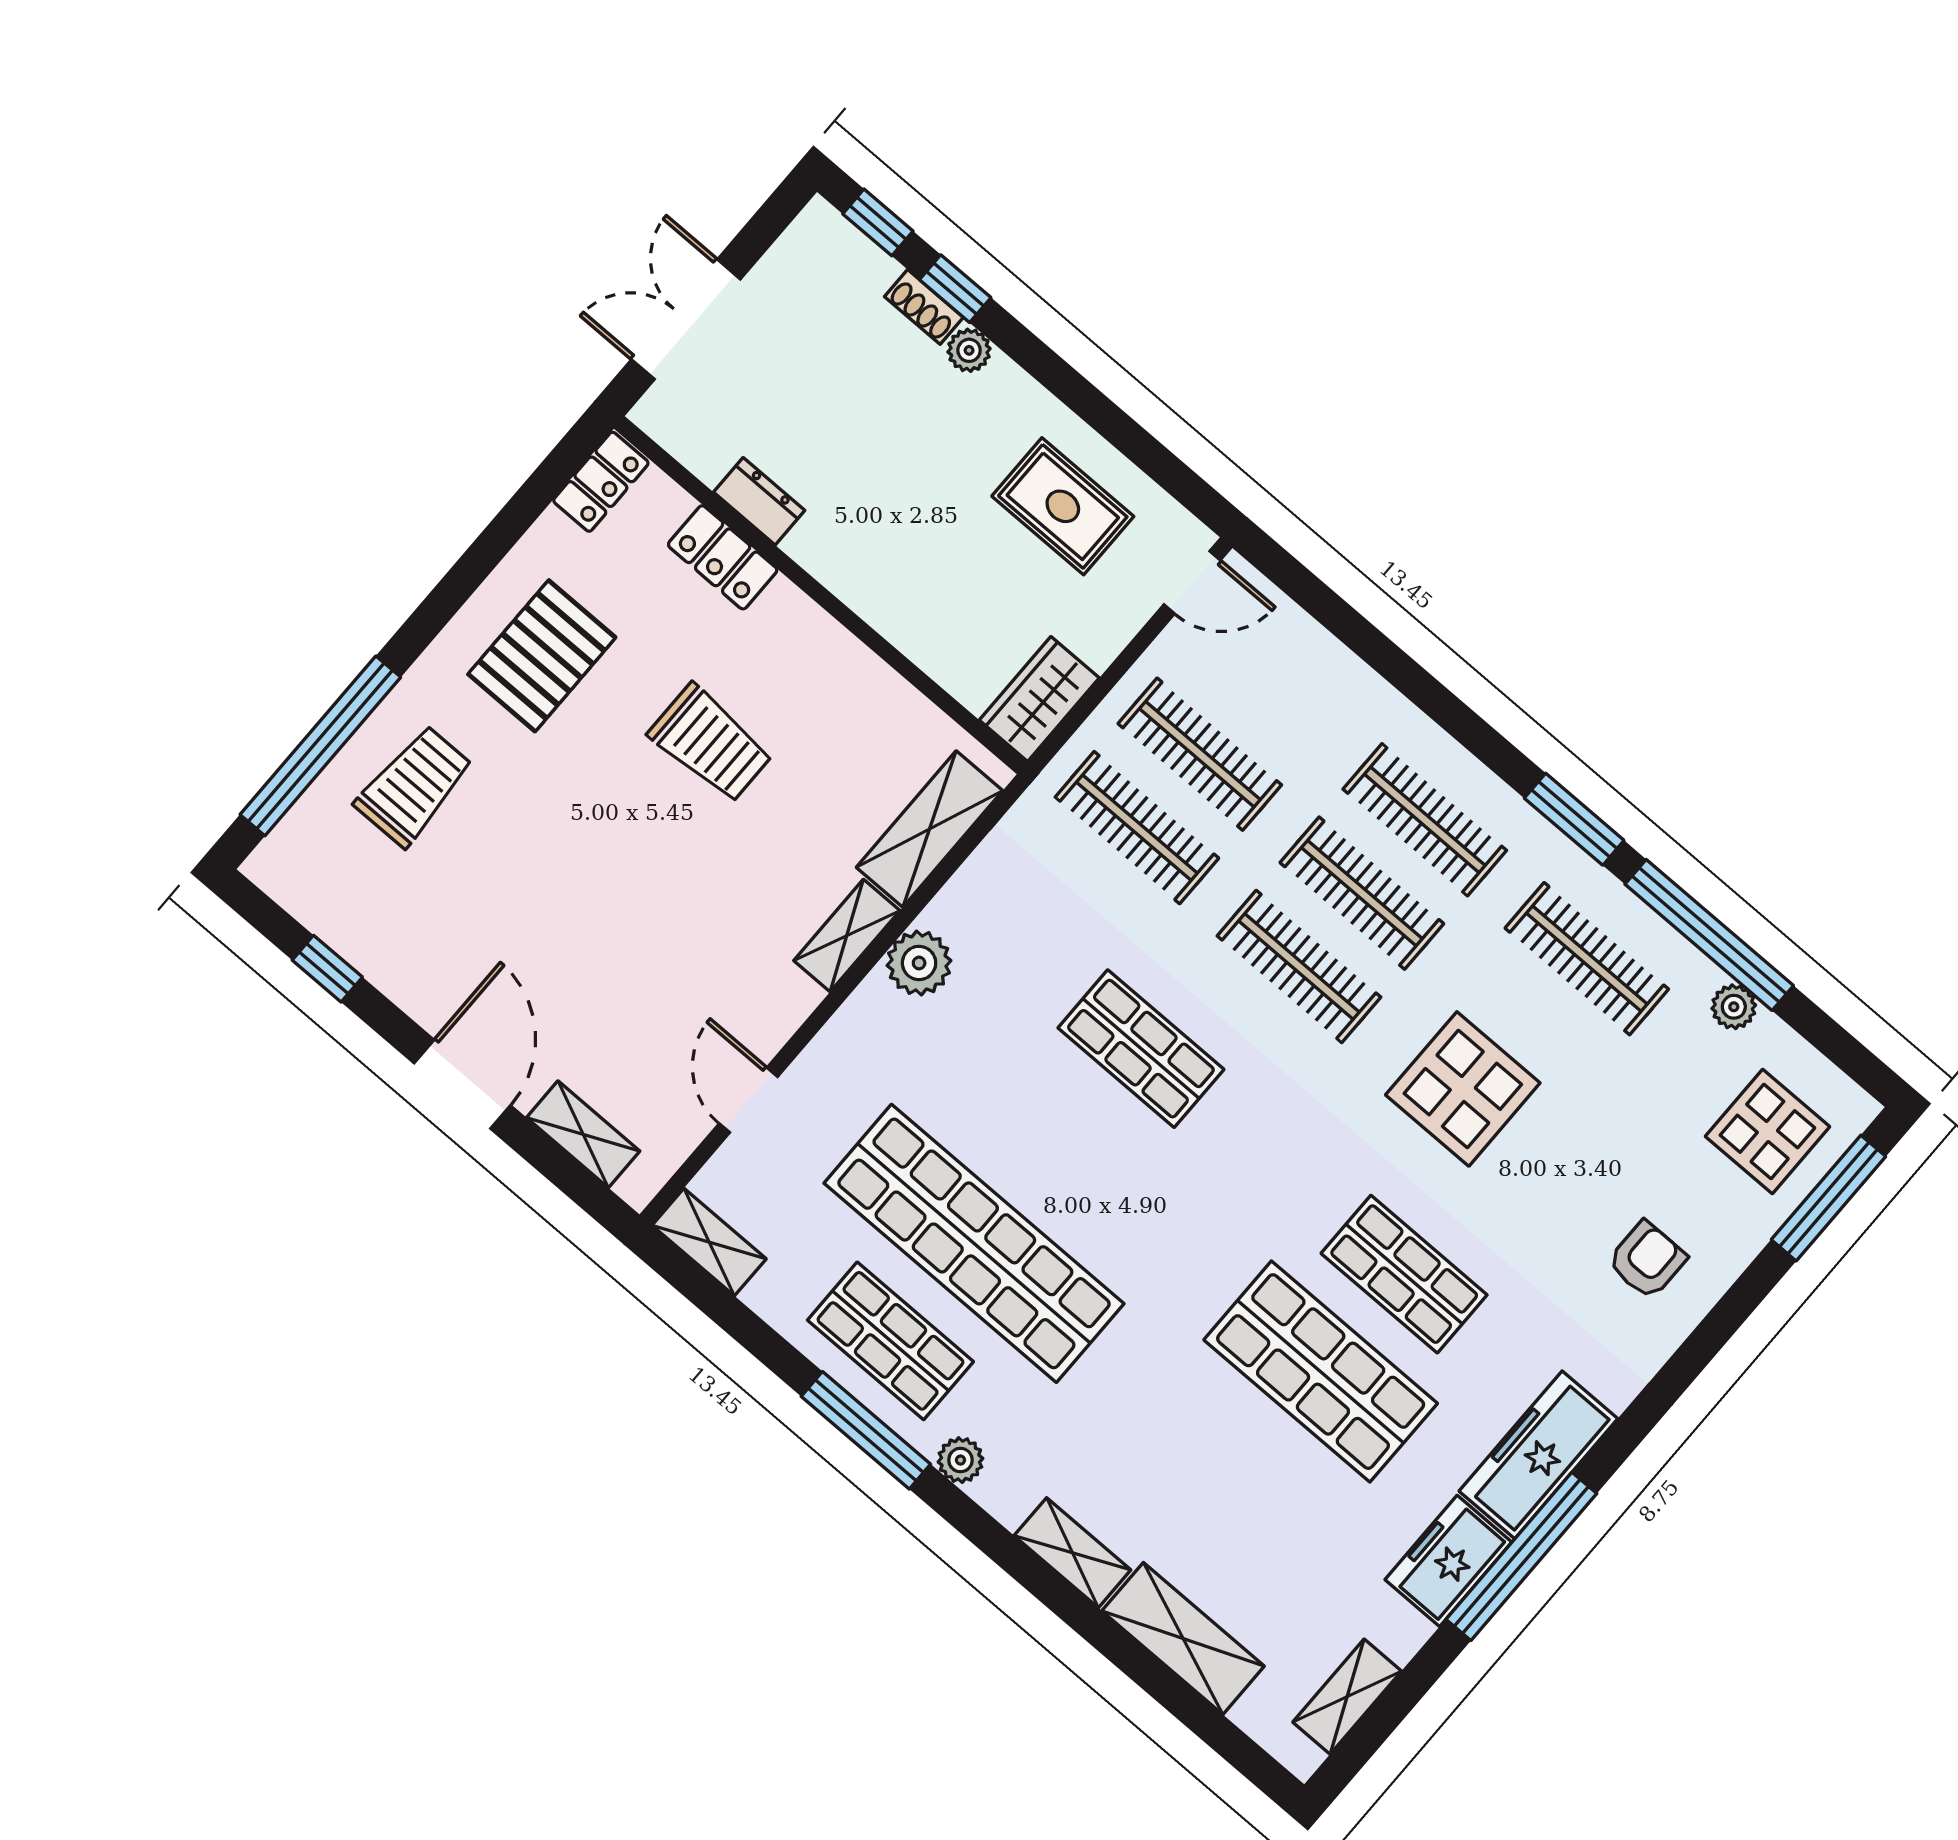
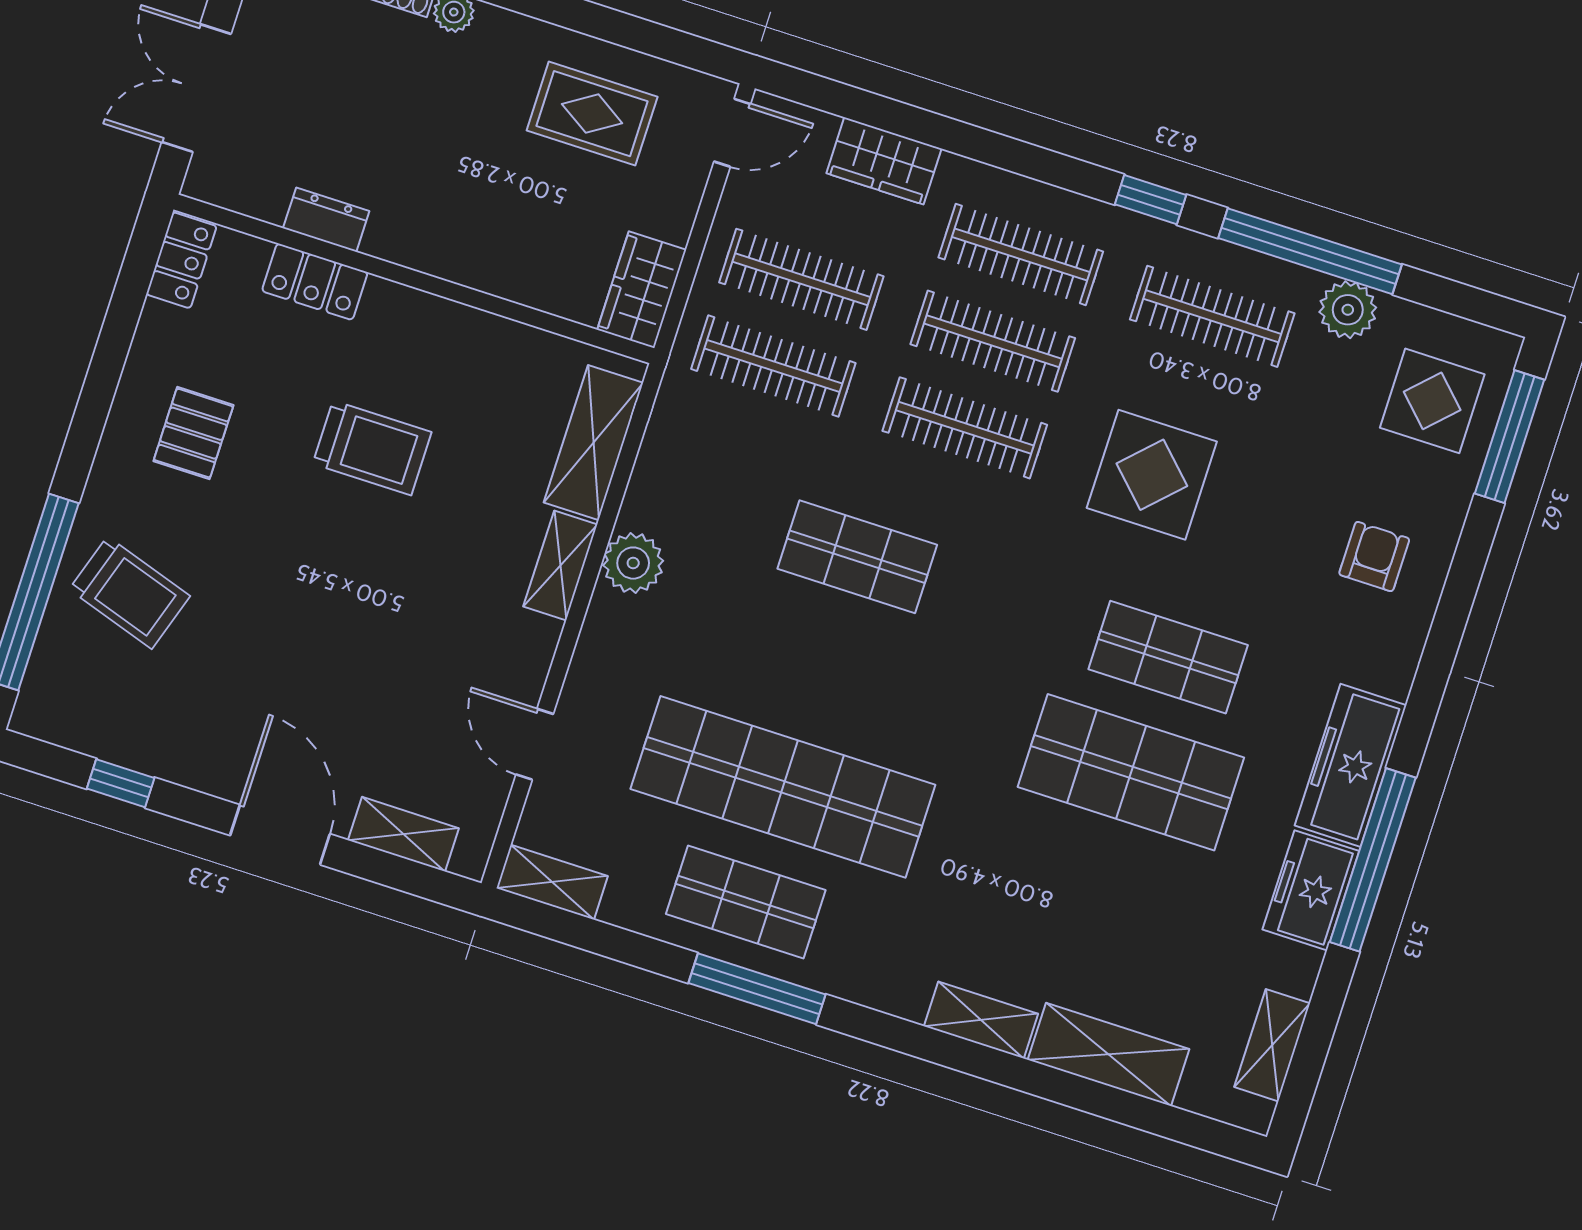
pallet: (542, 656) -> (193, 433), width x0.67, depth x0.71
wardrobe: (1329, 672) -> (884, 161), added
trolley: (414, 786) -> (130, 593), turned 108
window: (1574, 819) -> (1151, 200), width x0.67
plant: (1734, 1007) -> (1348, 310), width x1.38, depth x1.38
plant: (960, 1460) -> (850, 980), removed

